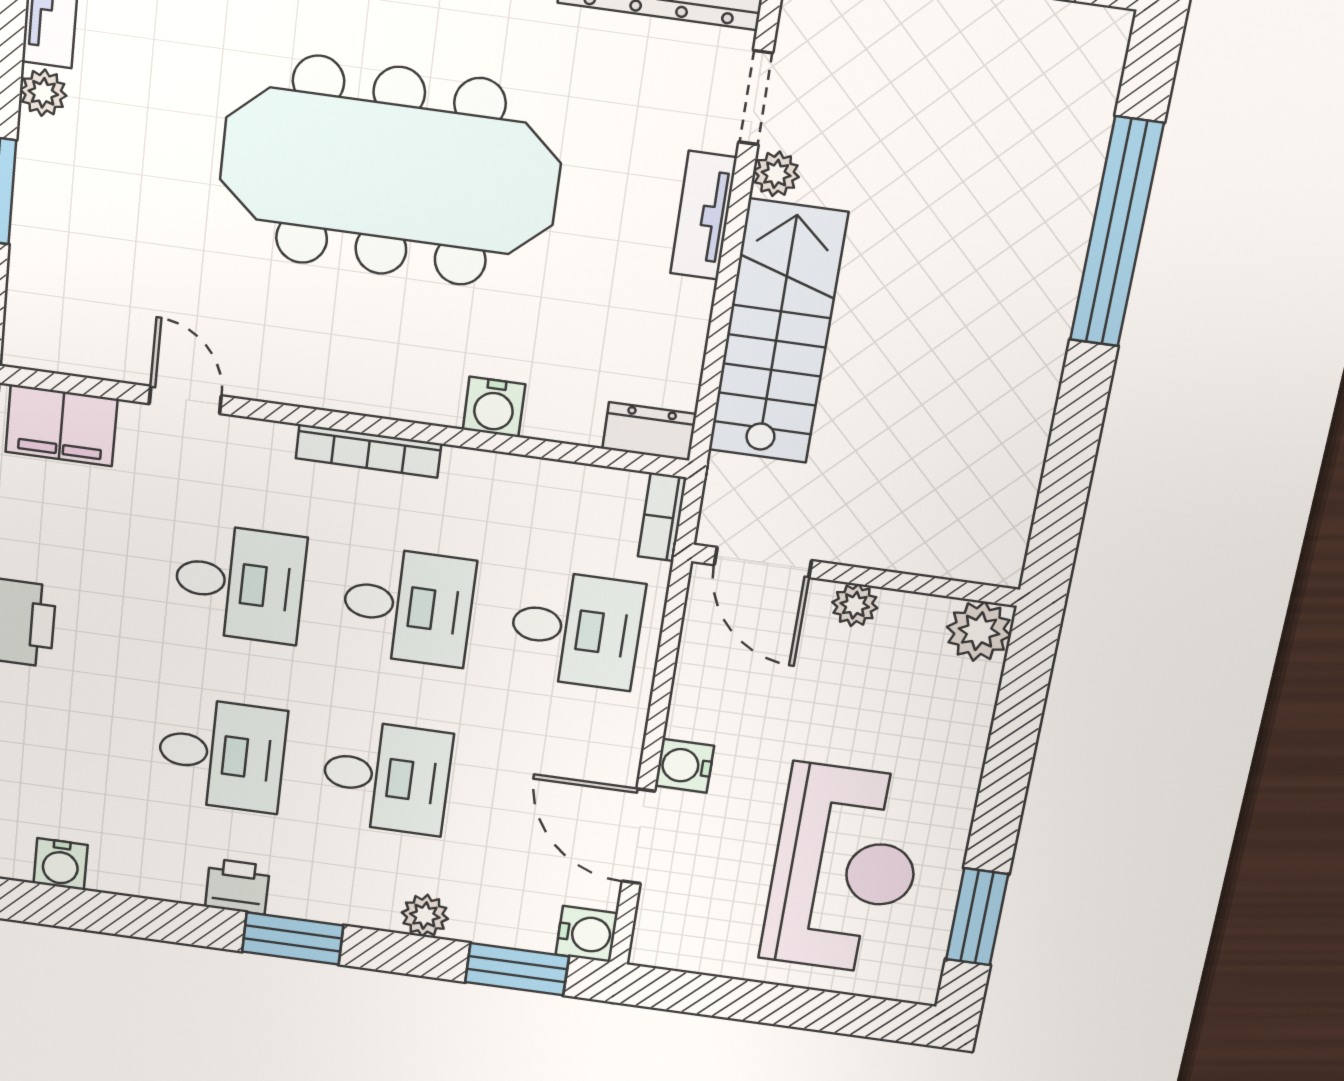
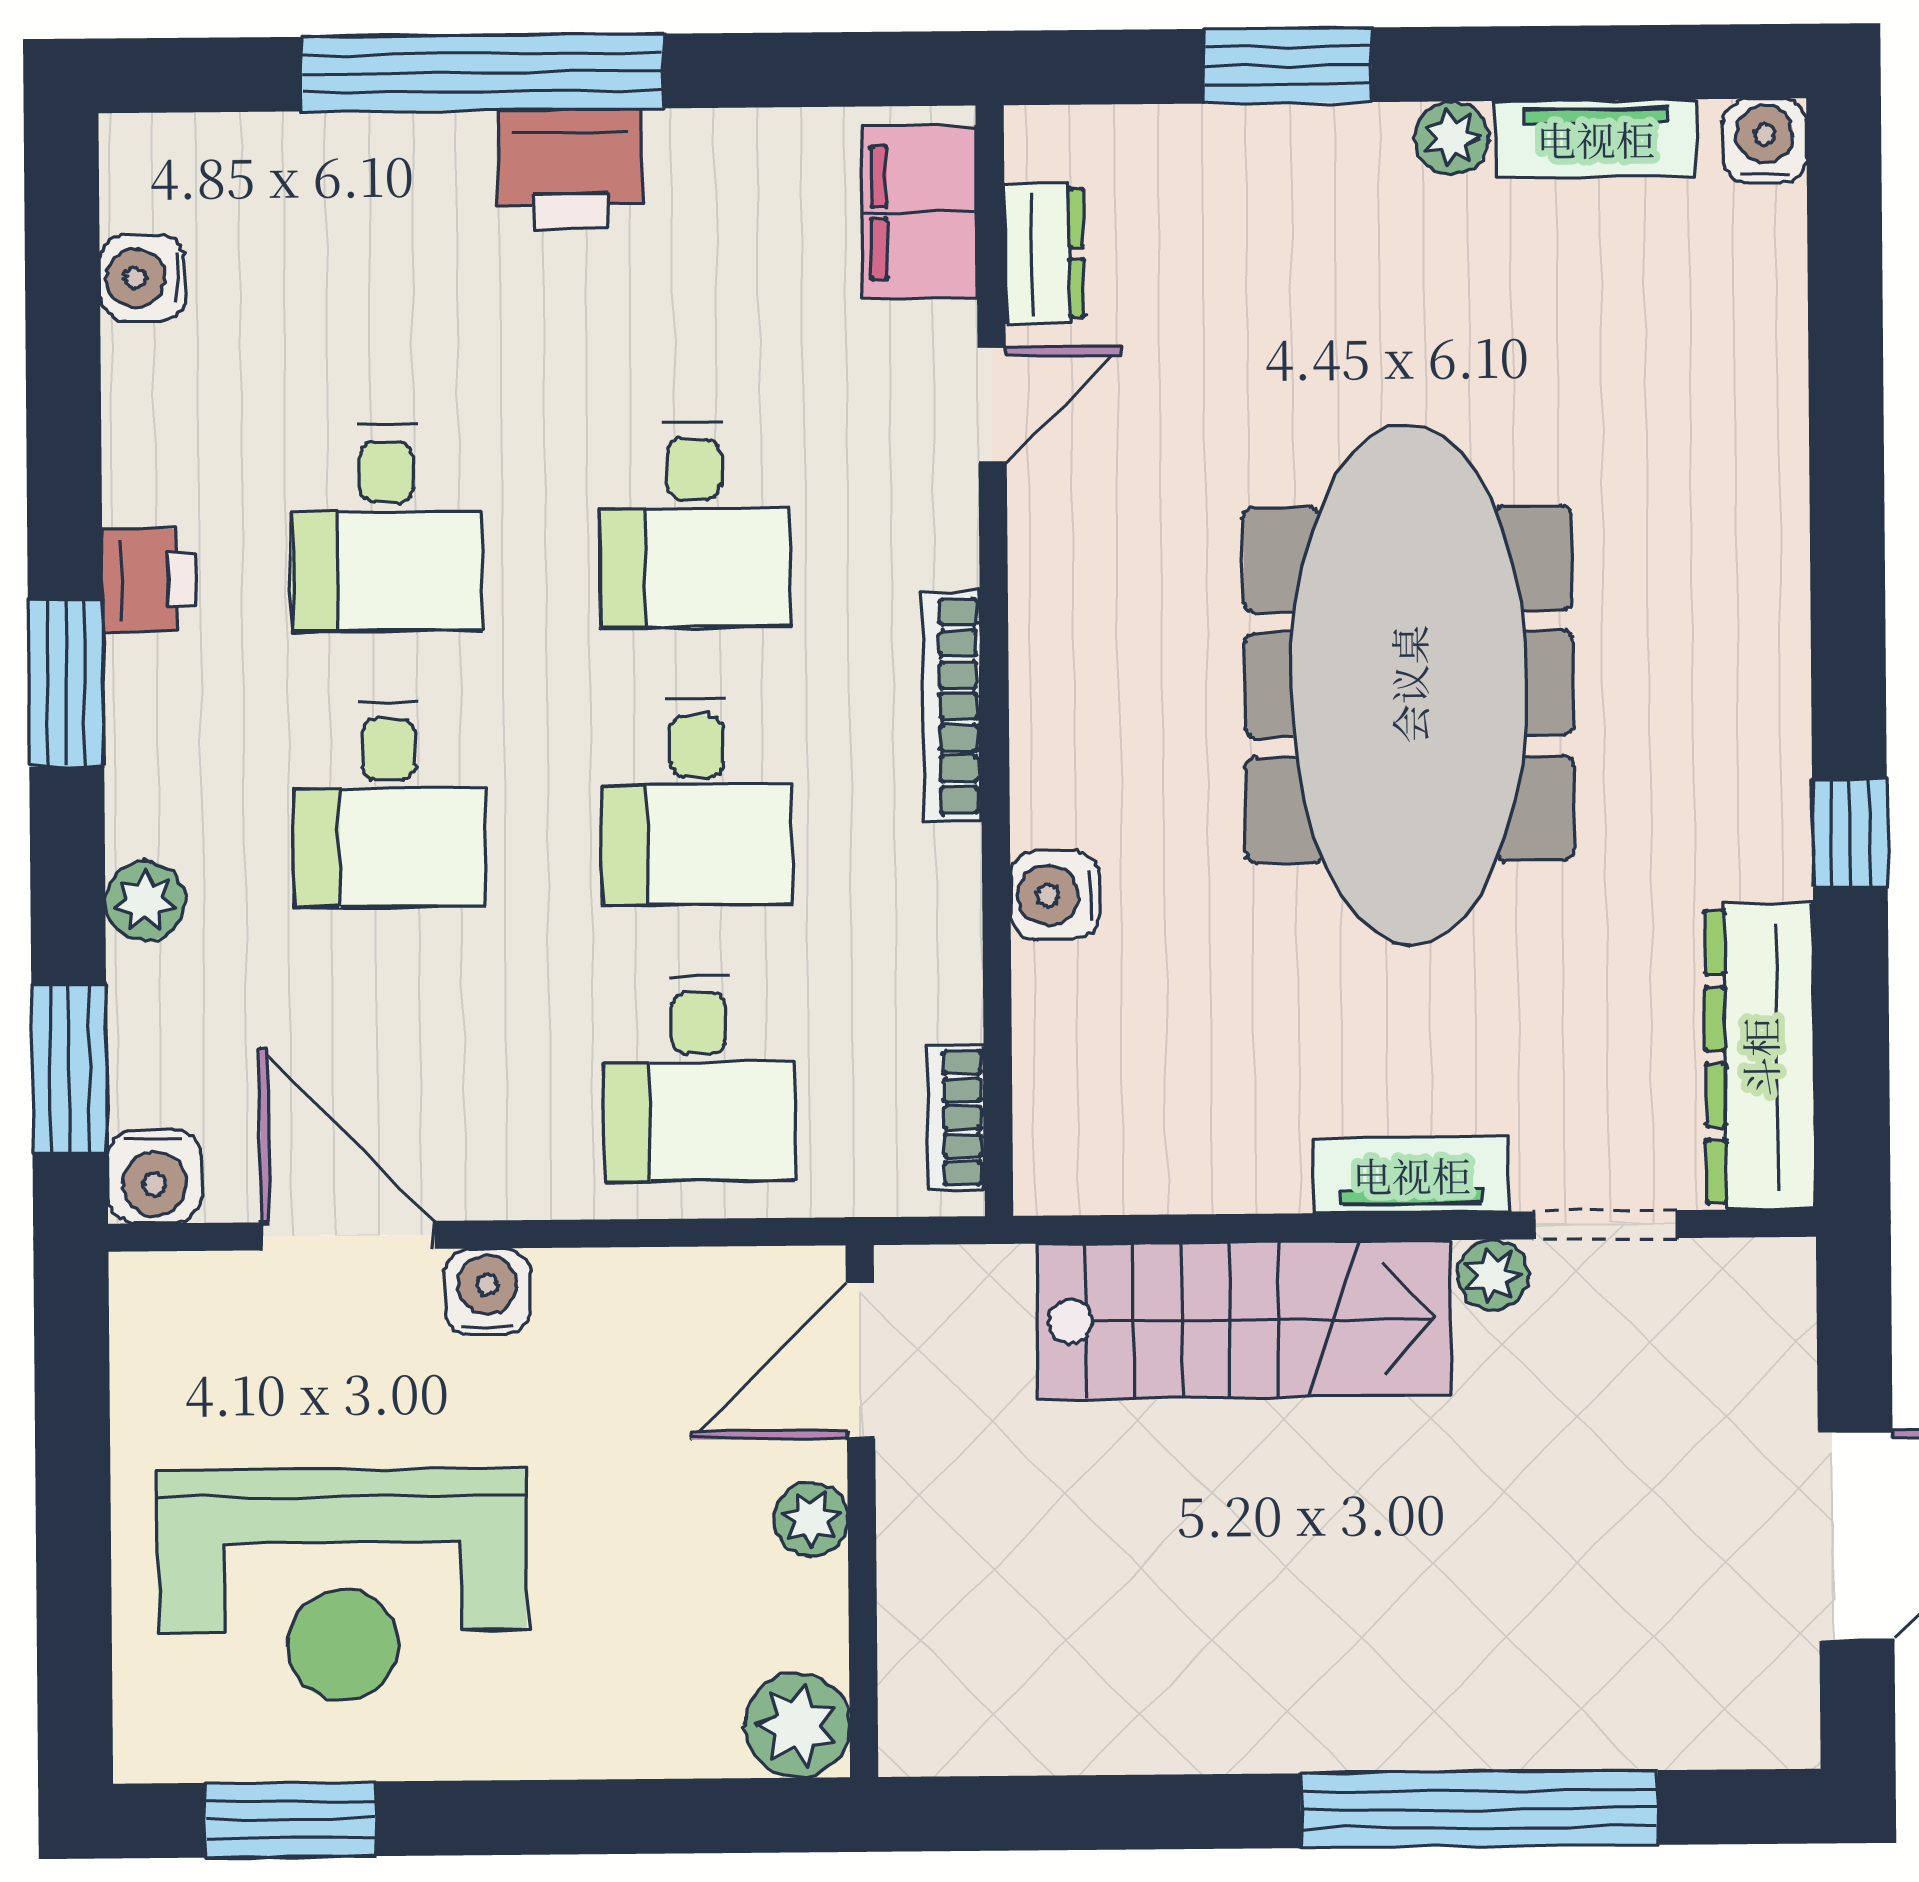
dresser: (649, 431) -> (1044, 253), moved
bookcase: (662, 517) -> (955, 1118), moved, turned -90
door: (638, 836) -> (348, 1236), hinge flipped

